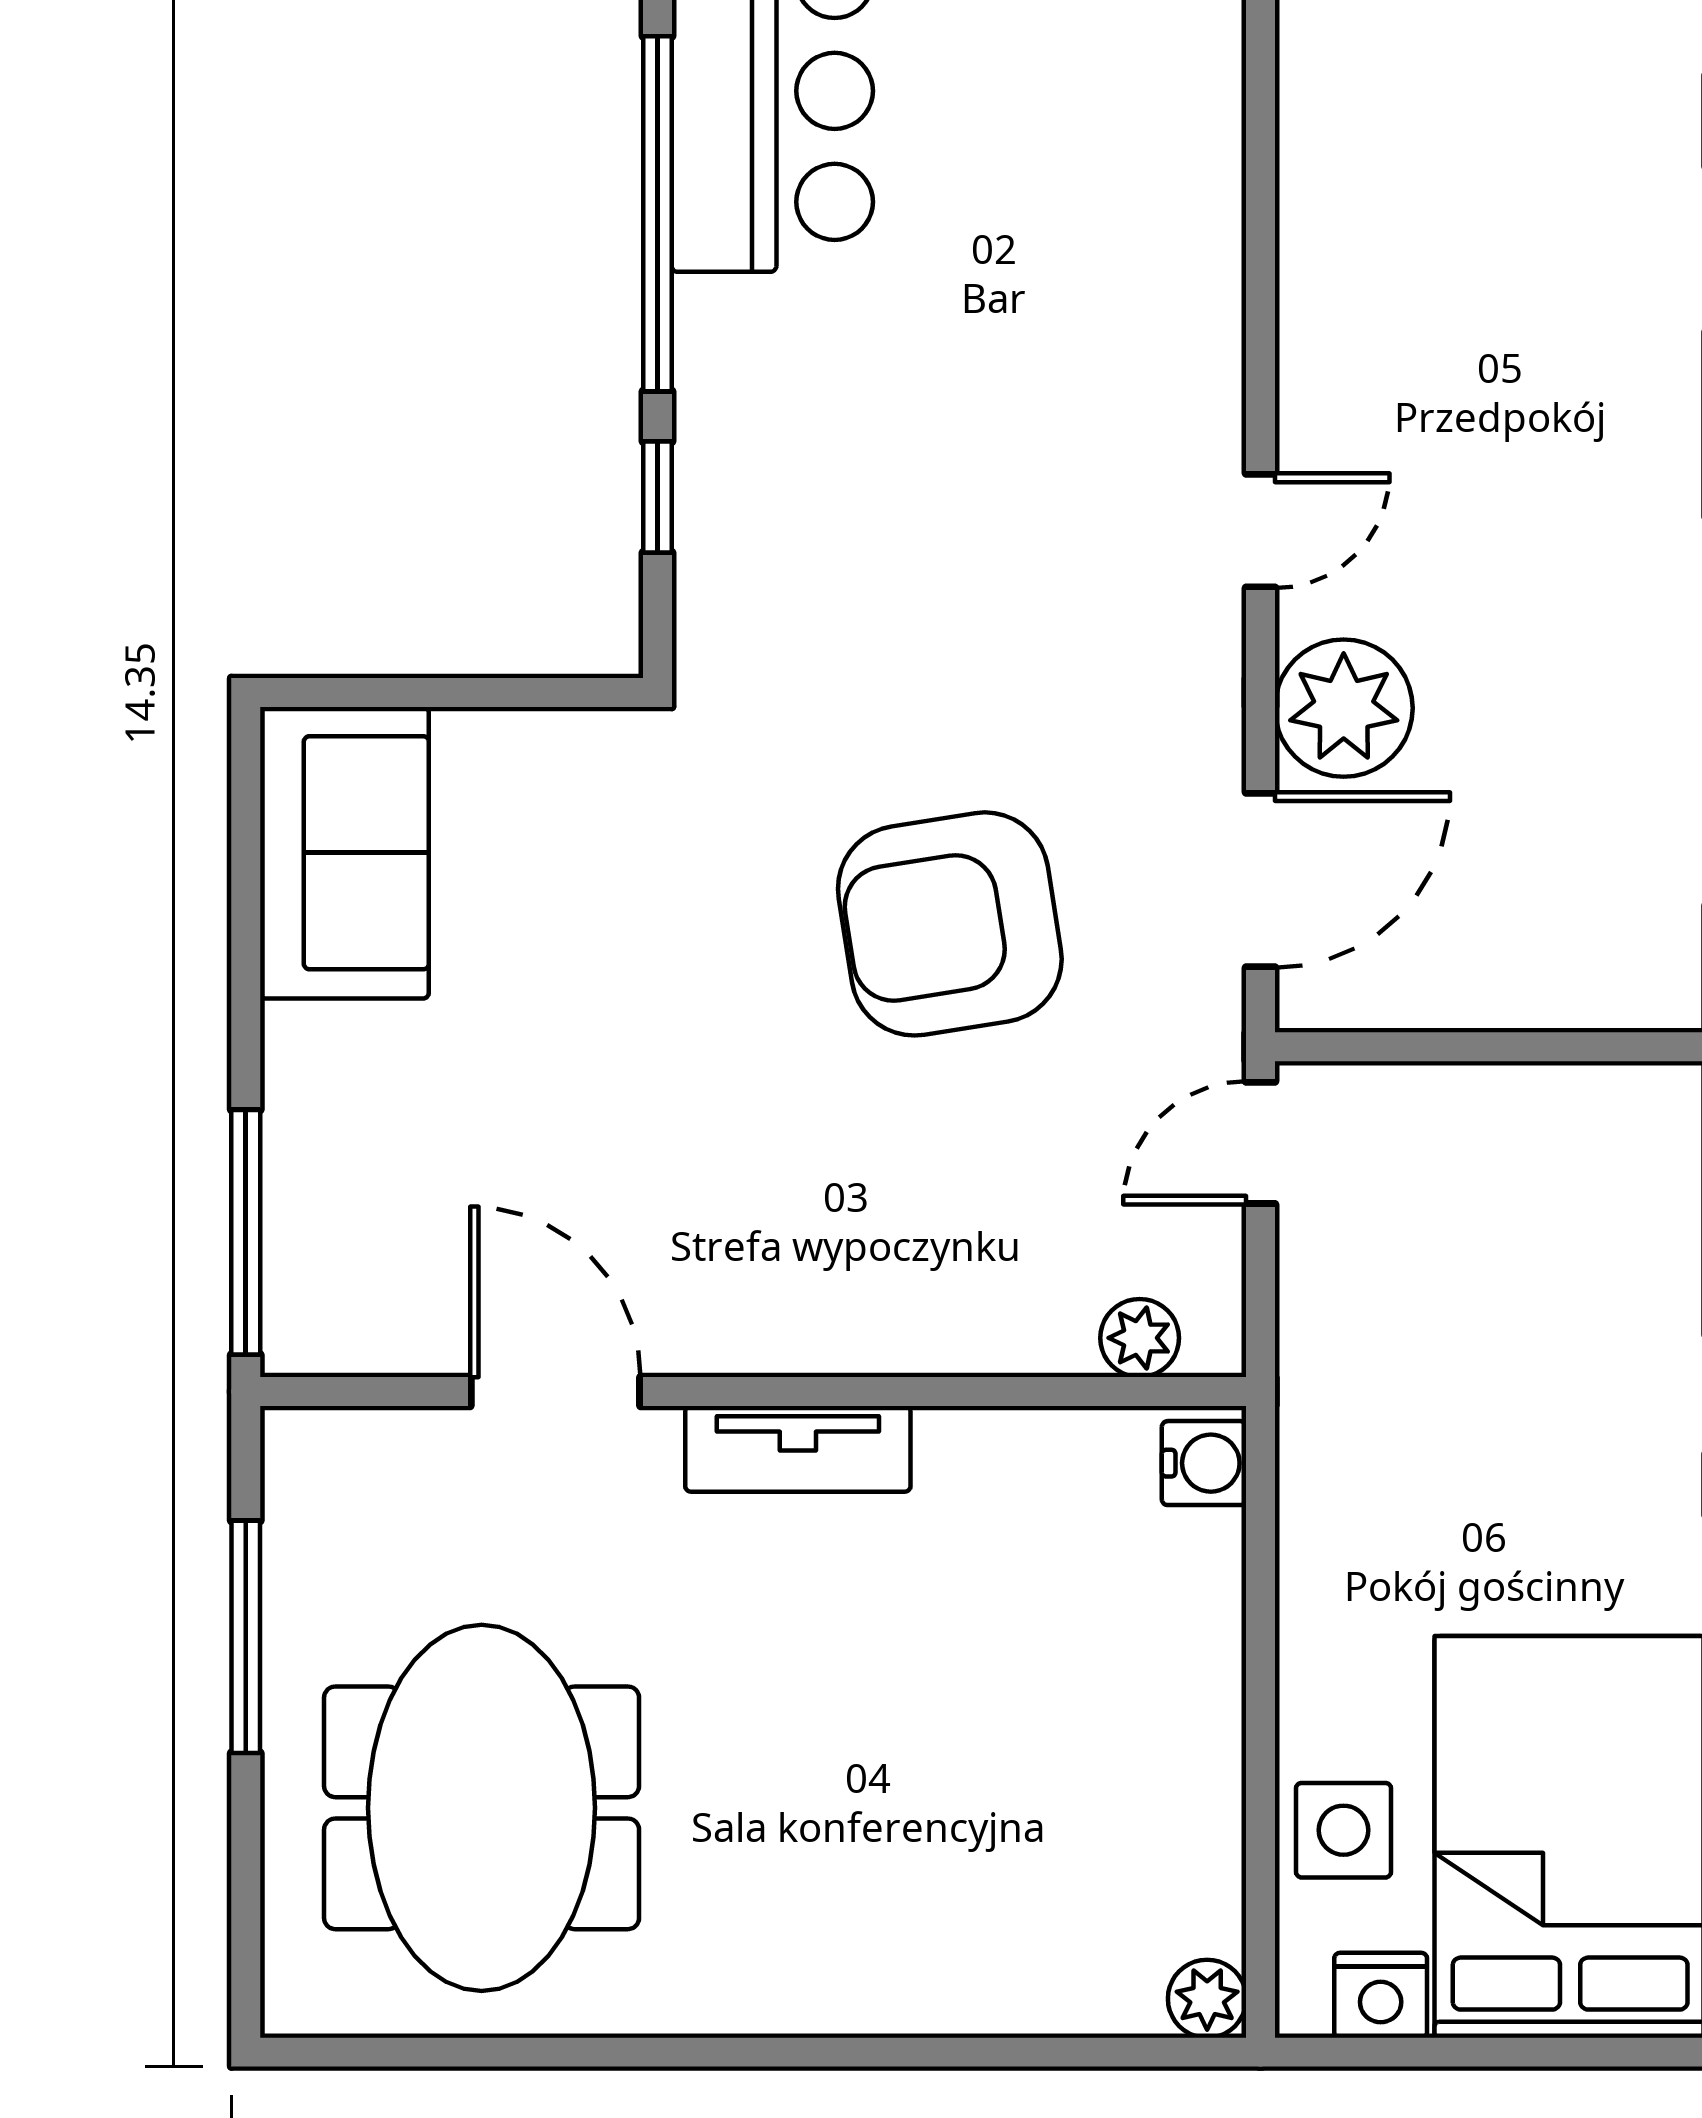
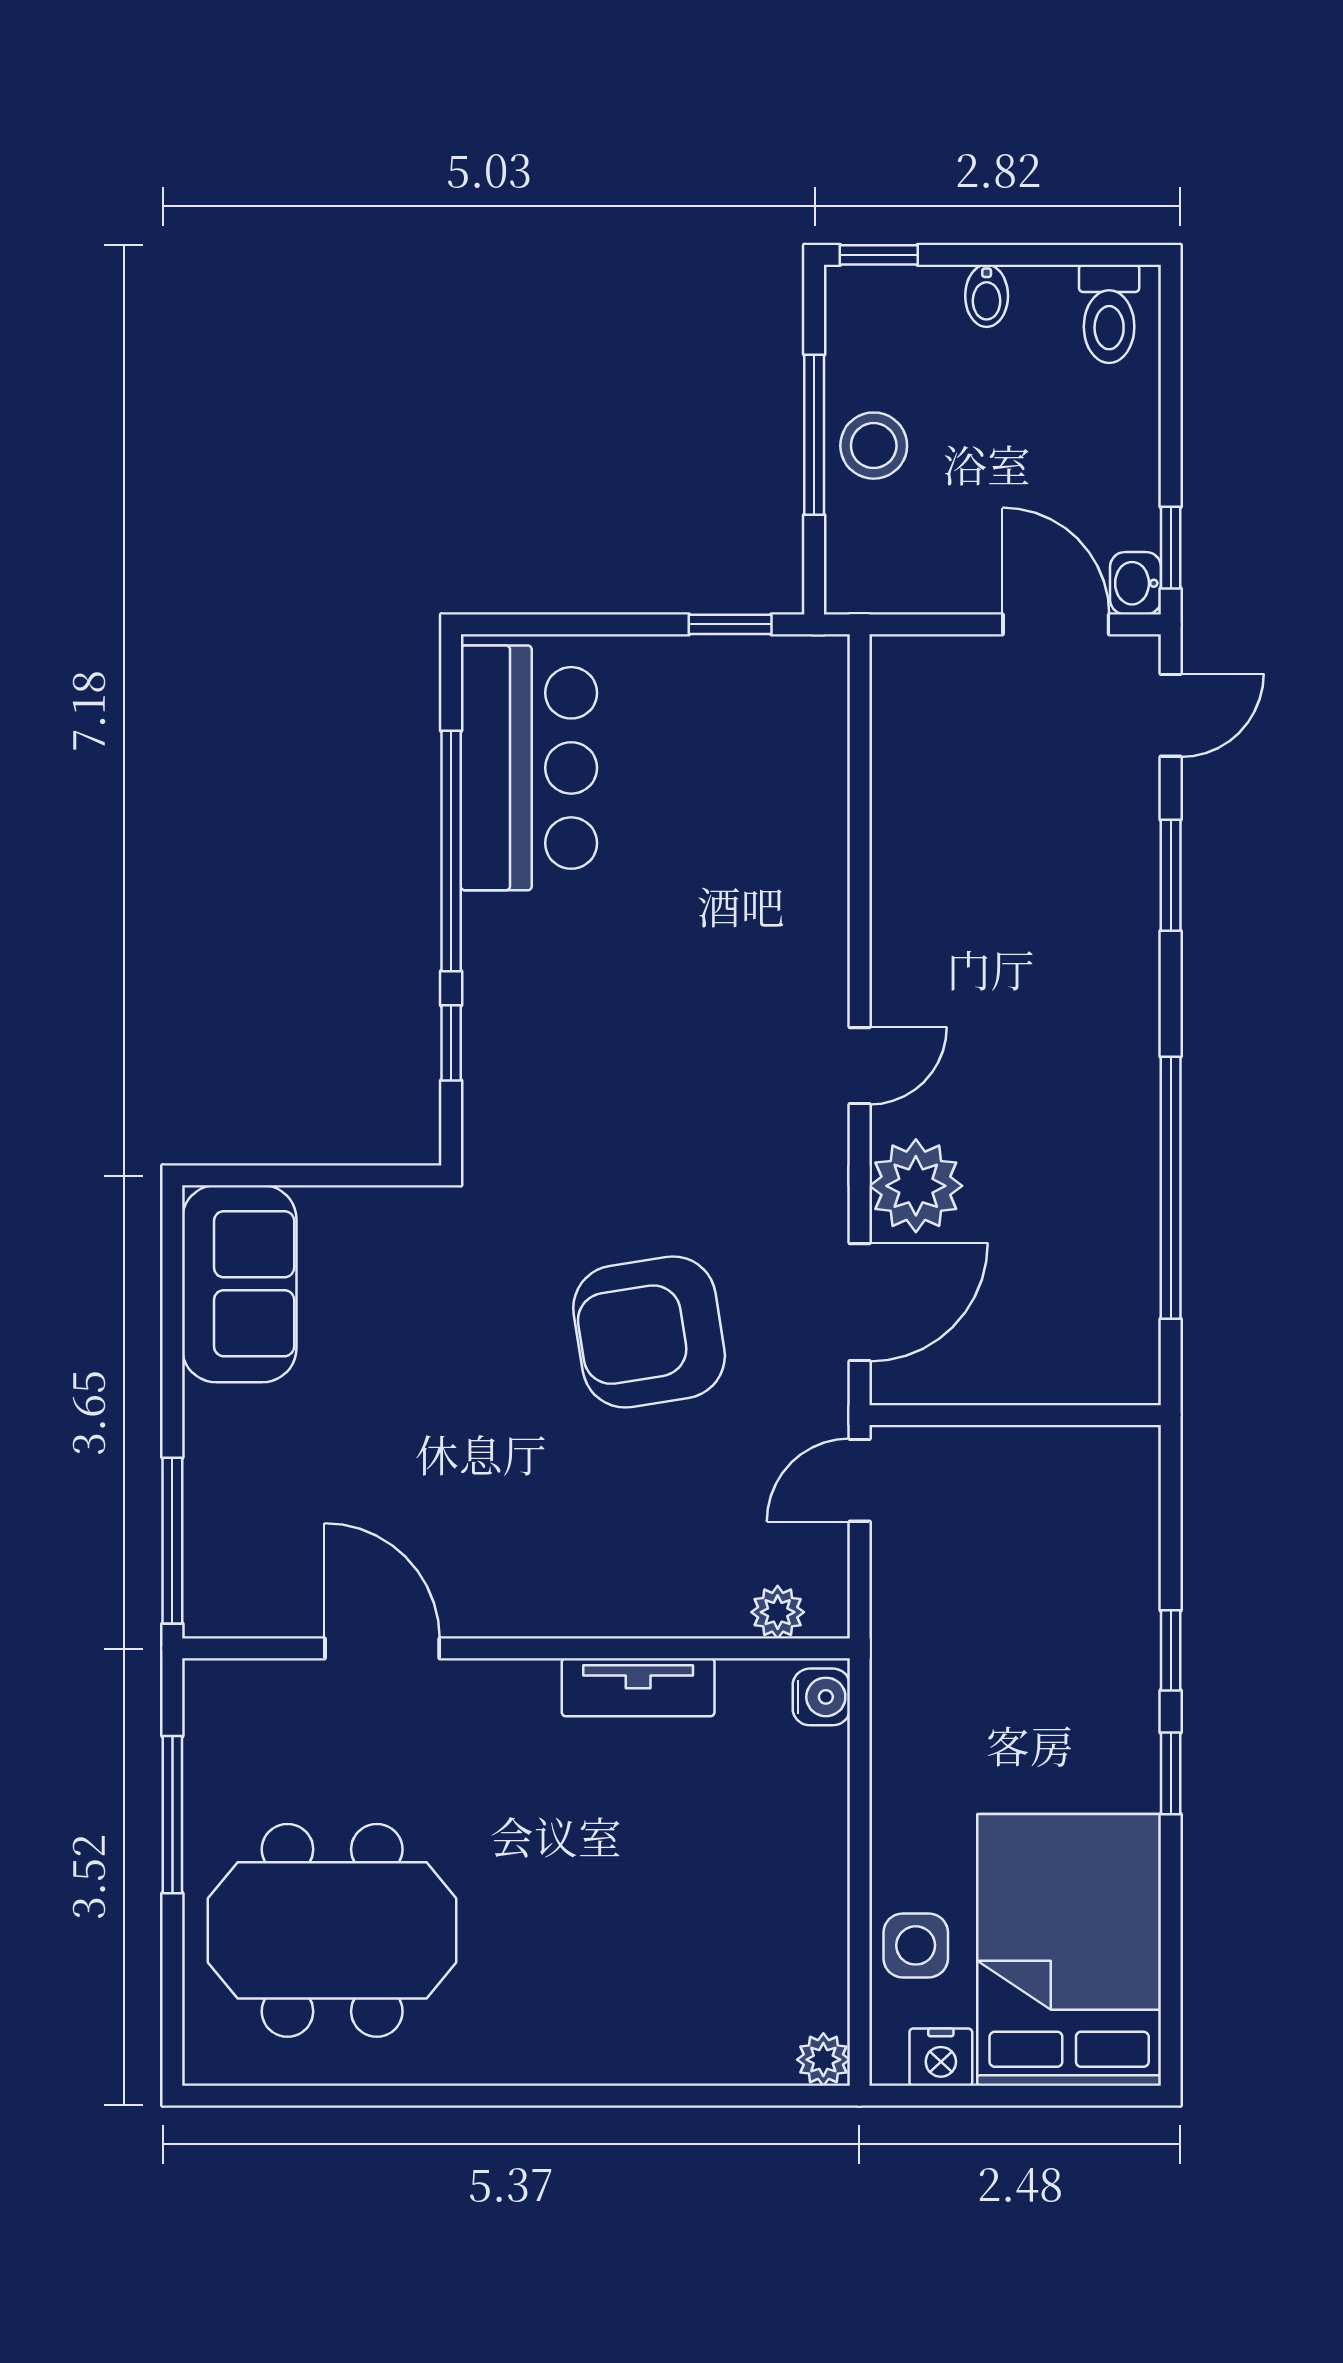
tv unit: (798, 1449) -> (638, 1687), moved
meeting table: (482, 1808) -> (332, 1930), turned 90

